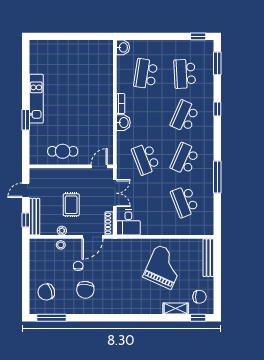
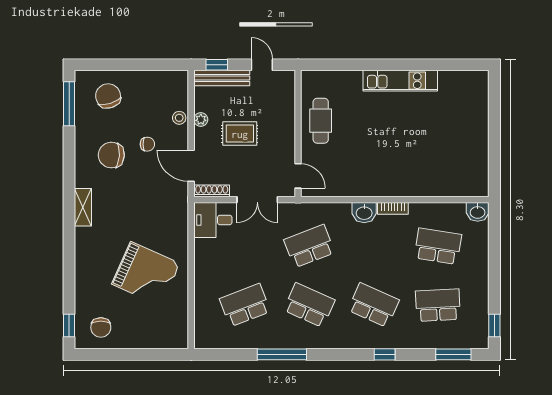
window: (26, 120) -> (368, 65), removed
bench: (208, 258) -> (160, 341), removed
shelving: (176, 309) -> (83, 207), moved

